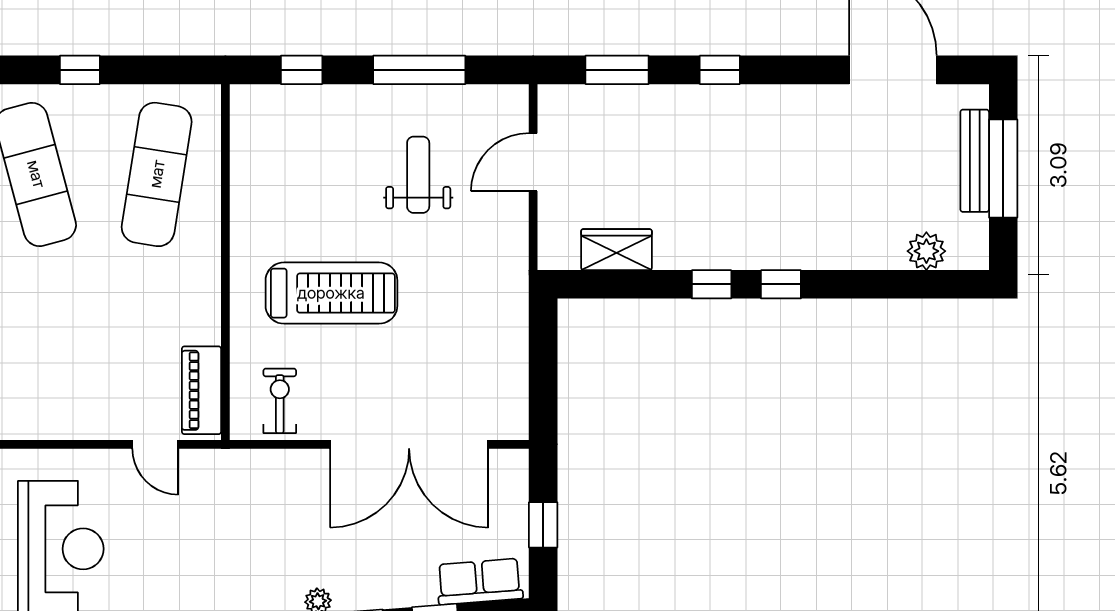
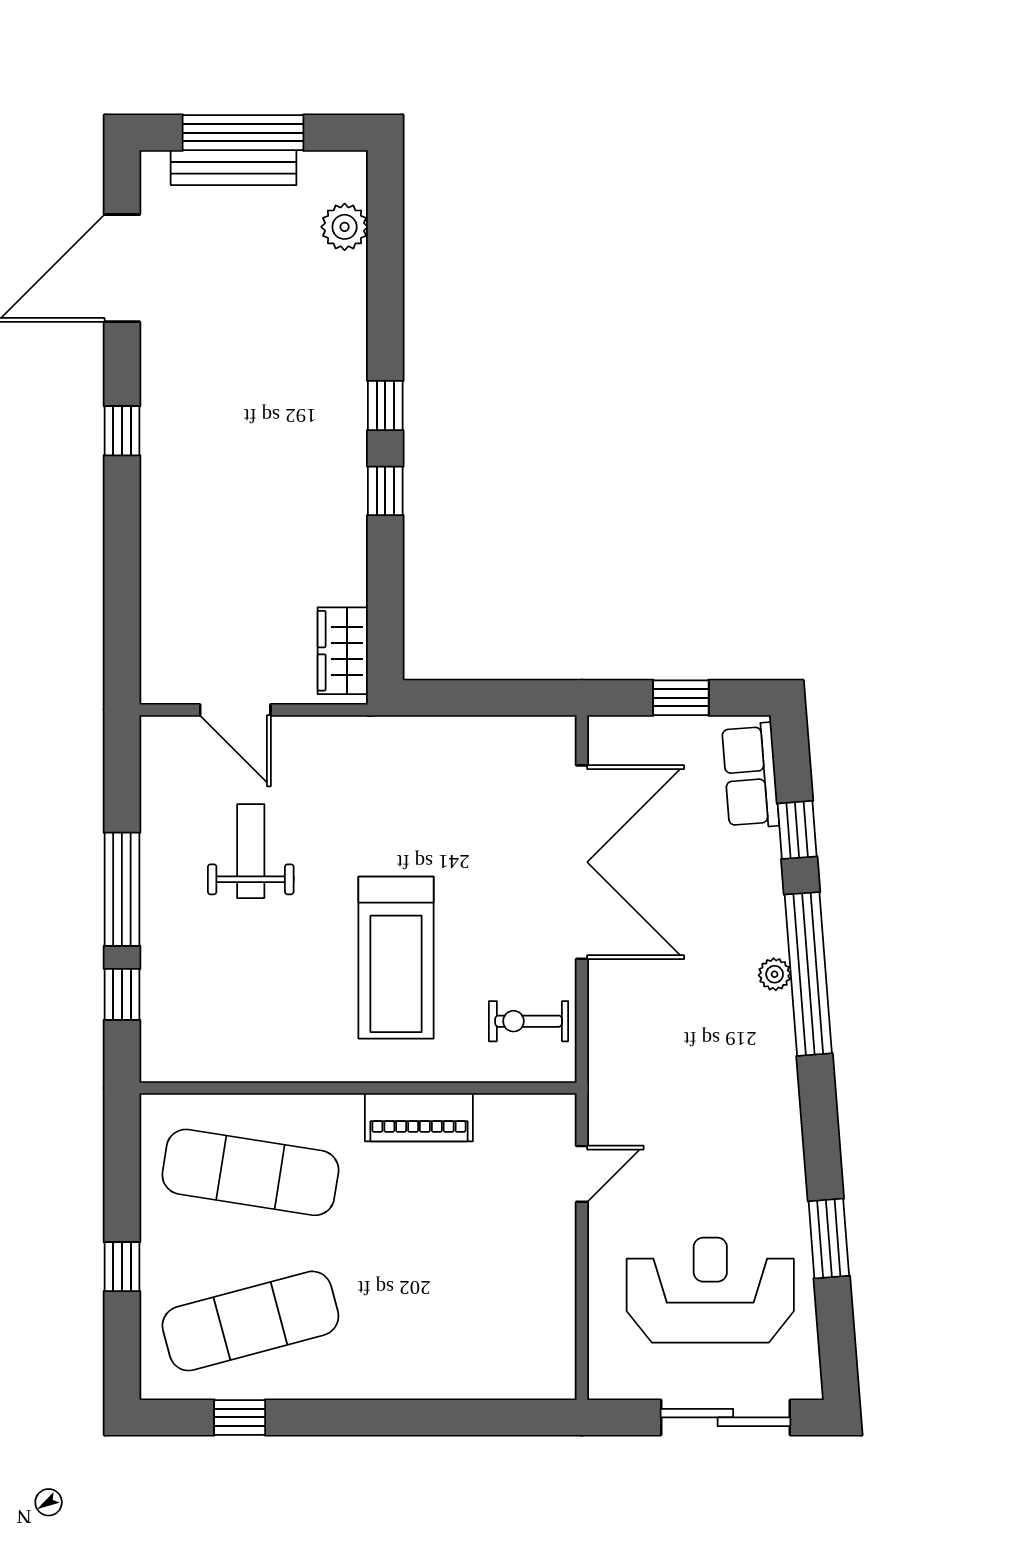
window: (419, 70) -> (122, 889), moved
window: (617, 70) -> (122, 607), removed
window: (720, 70) -> (122, 431), moved
weight bench: (418, 175) -> (251, 851), turned 90
wardrobe: (616, 250) -> (343, 651), moved
treadmill: (331, 293) -> (396, 958), turned 180
piano: (201, 390) -> (419, 1117), moved

